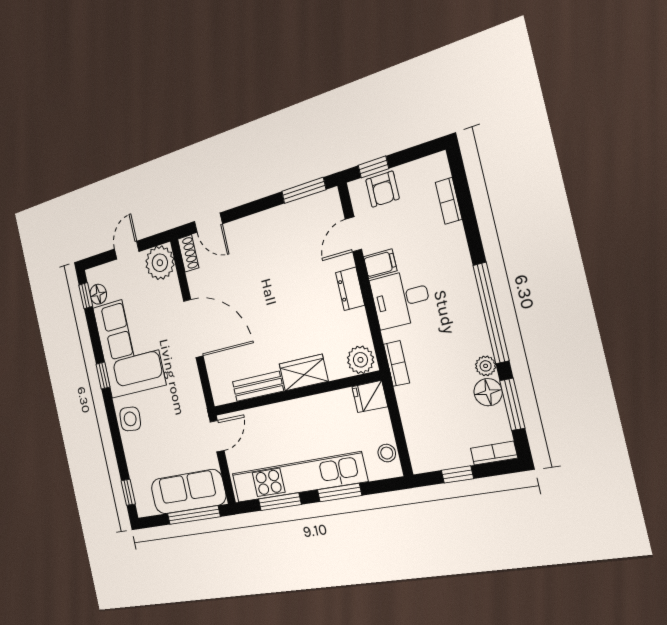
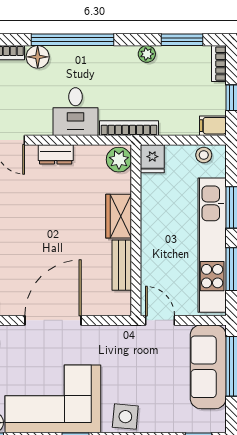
filing cabinet: (380, 264) -> (213, 126), moved, turned -90
window: (491, 313) -> (73, 40), moved
bookcase: (397, 364) -> (129, 128), width x1.56
floor lamp: (488, 392) -> (38, 57), moved

